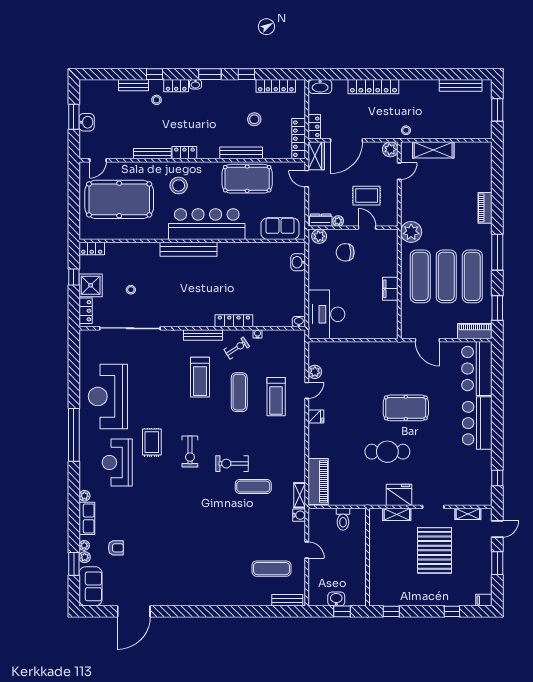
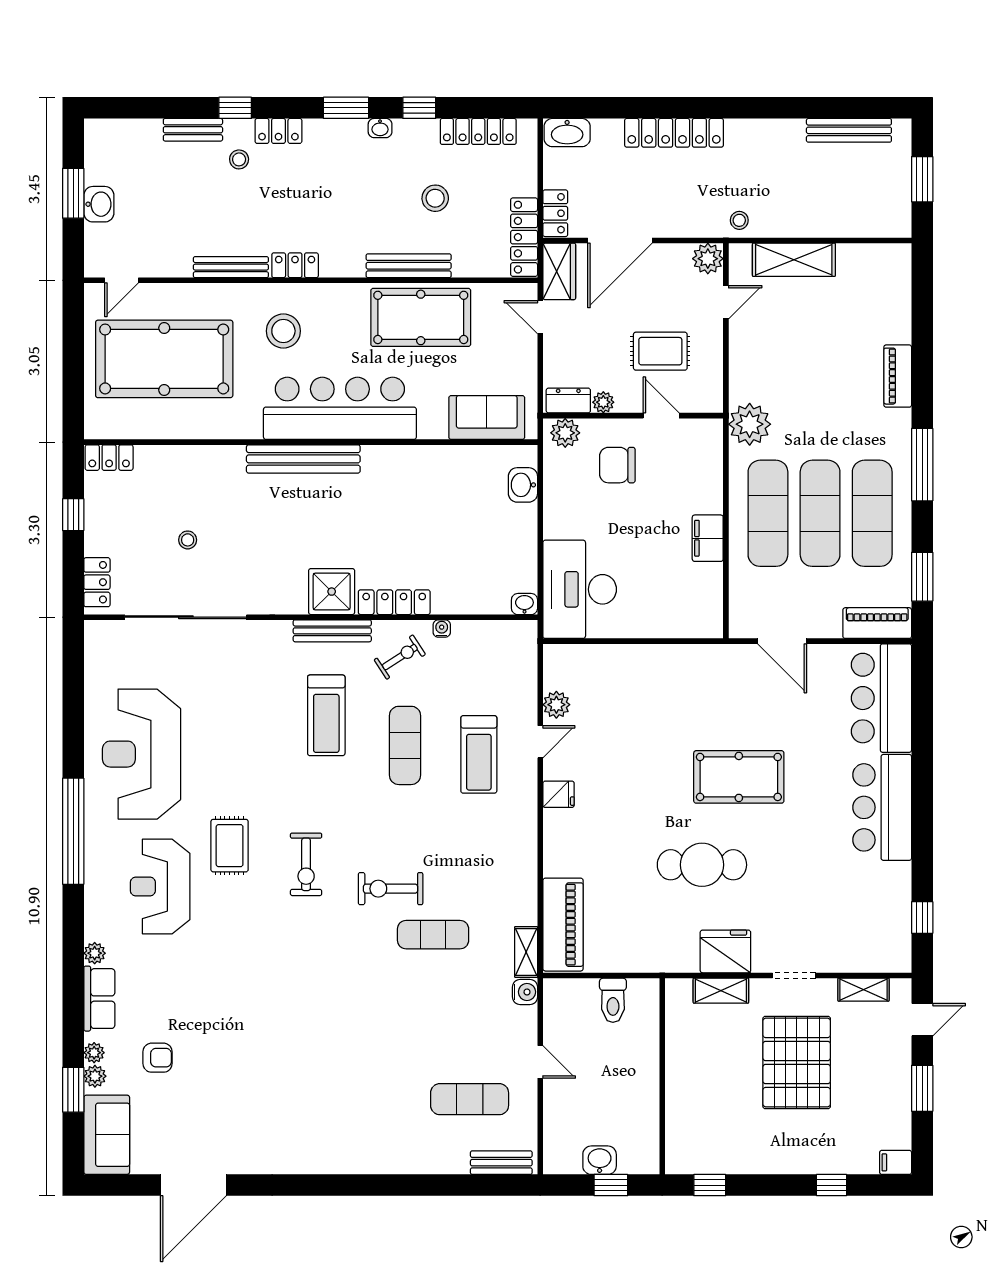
washbasin: (195, 84) -> (380, 128), moved
shower: (91, 285) -> (332, 592), moved

